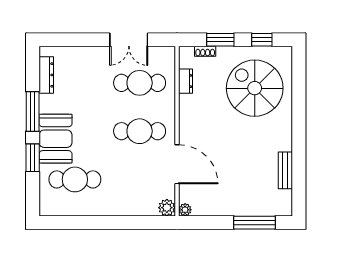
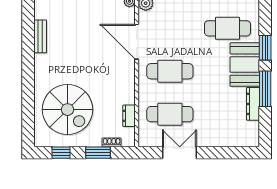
dresser: (46, 75) -> (253, 104), moved

